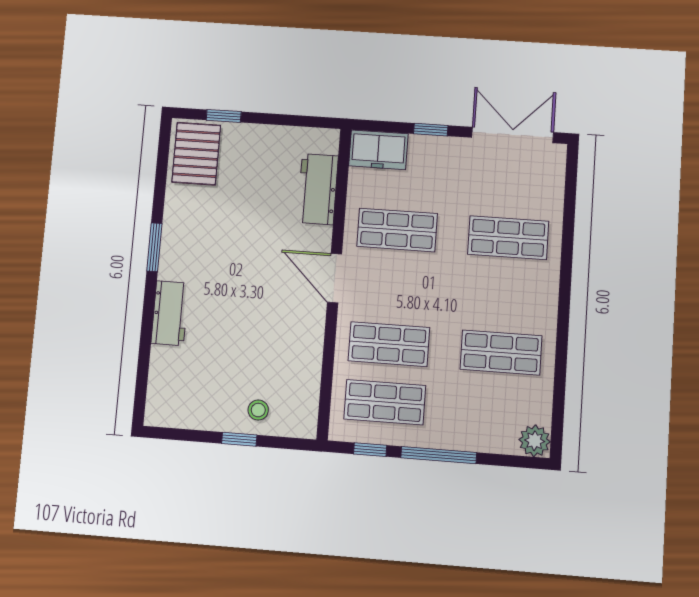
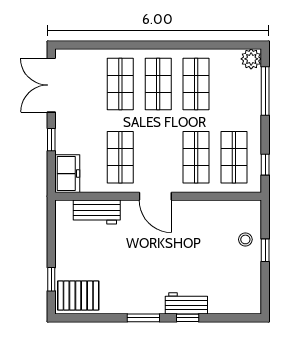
door: (335, 278) -> (155, 196), hinge flipped
shop shelf: (505, 295) -> (158, 84), added
window: (148, 313) -> (188, 318), added
window: (439, 455) -> (265, 91), moved

